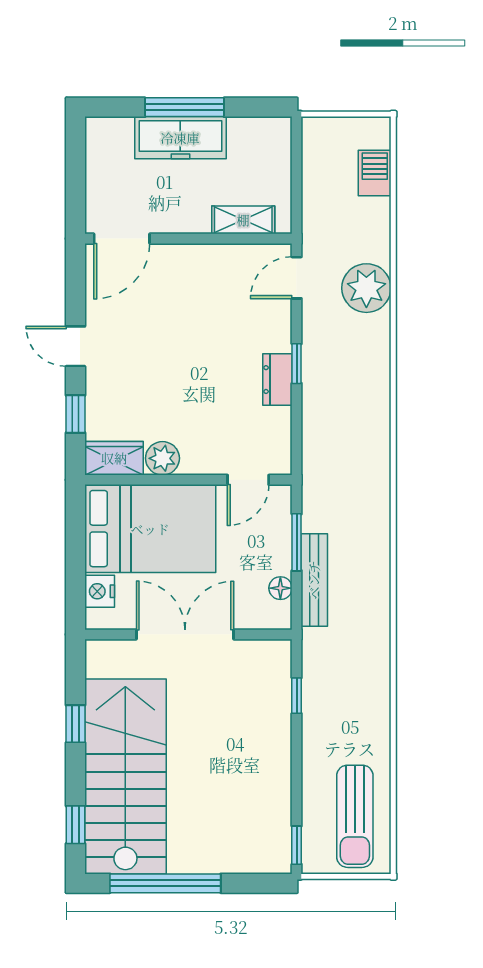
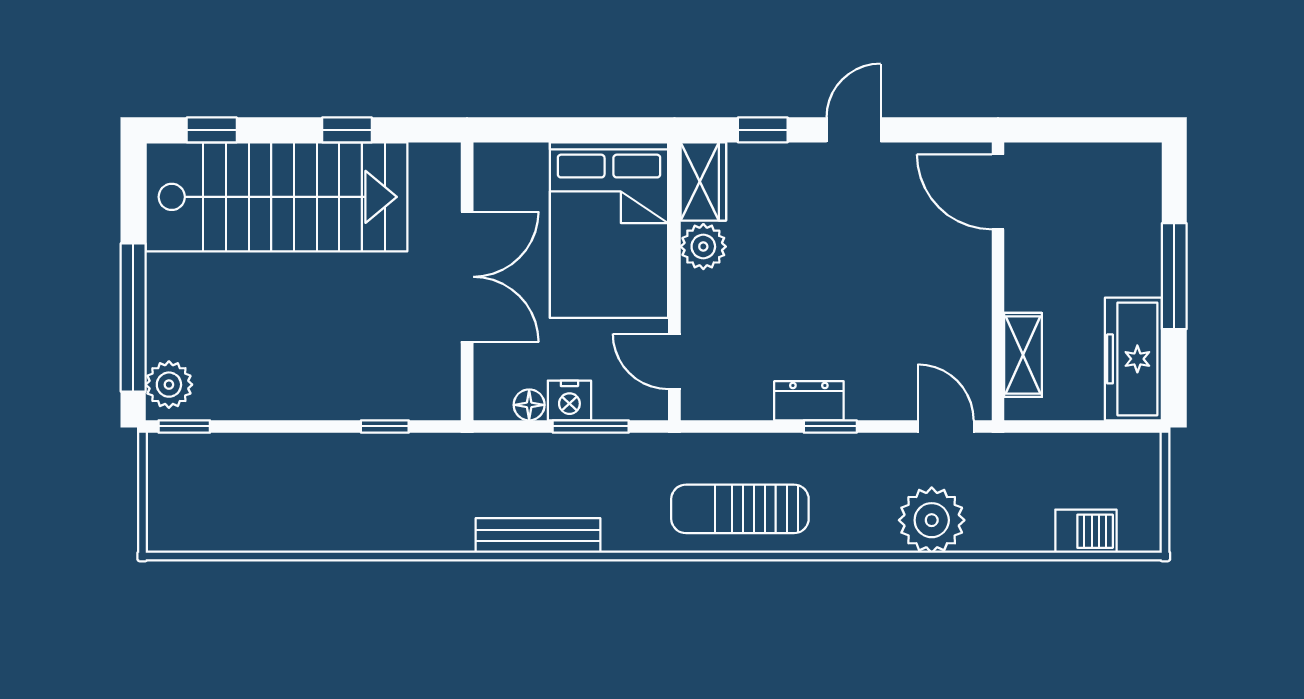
freezer: (180, 138) -> (1133, 359), moved
bench: (314, 580) -> (538, 536), moved
nightstand: (100, 591) -> (569, 400), moved, turned 180
sun lounger: (355, 816) -> (740, 509), moved
plant: (265, 857) -> (169, 385), added
window: (165, 883) -> (133, 317), moved

